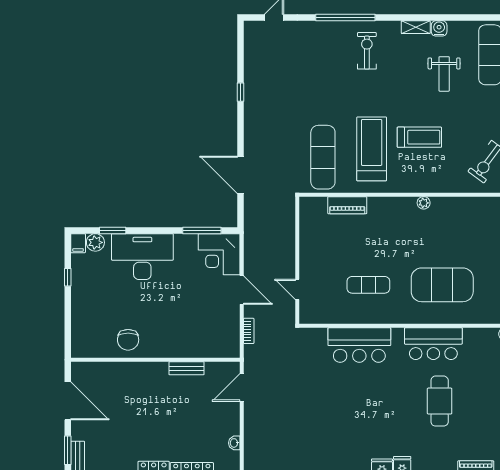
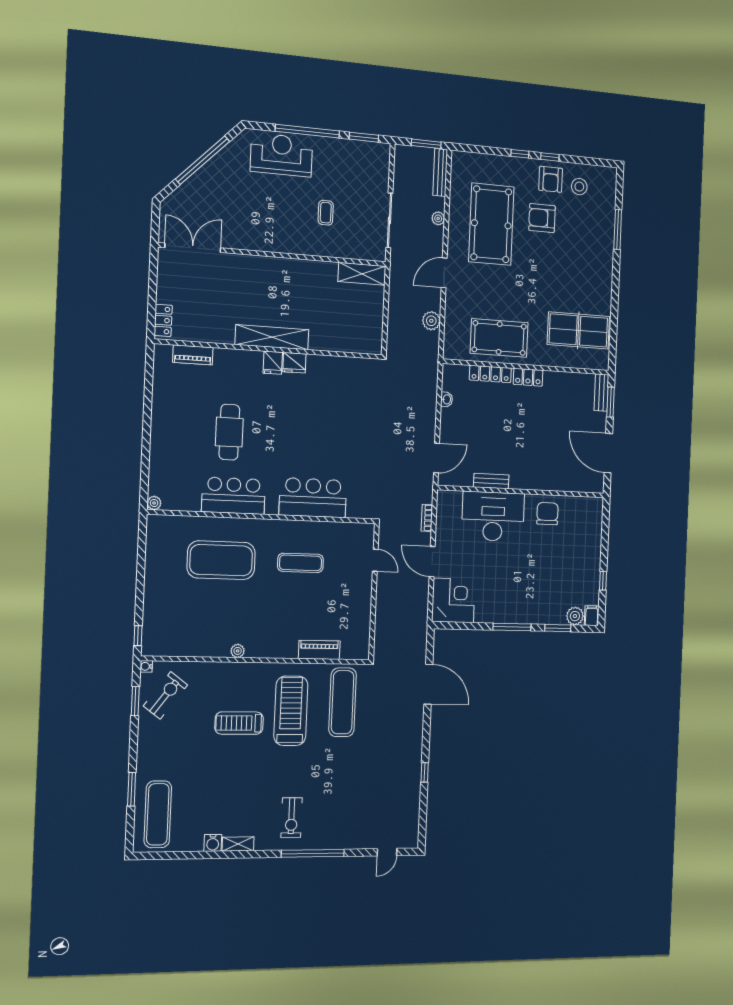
weight bench: (444, 74) -> (209, 793), removed
treadmill: (372, 149) -> (291, 711), turned 180
window: (202, 230) -> (512, 627), moved
desk: (142, 257) -> (493, 516), moved, turned 180

